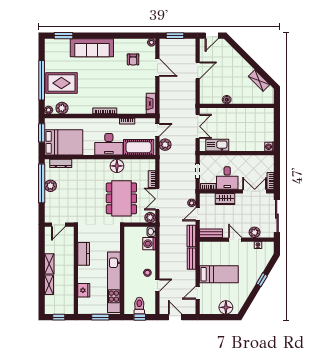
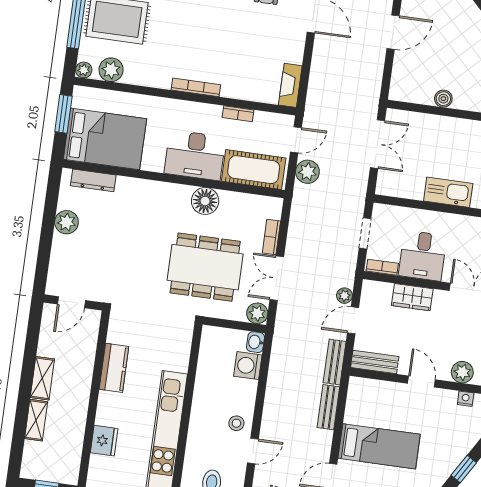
kitchen sink: (217, 145) -> (448, 192), moved
window: (42, 183) -> (49, 215), removed
dining table: (121, 198) -> (205, 267), turned 90

